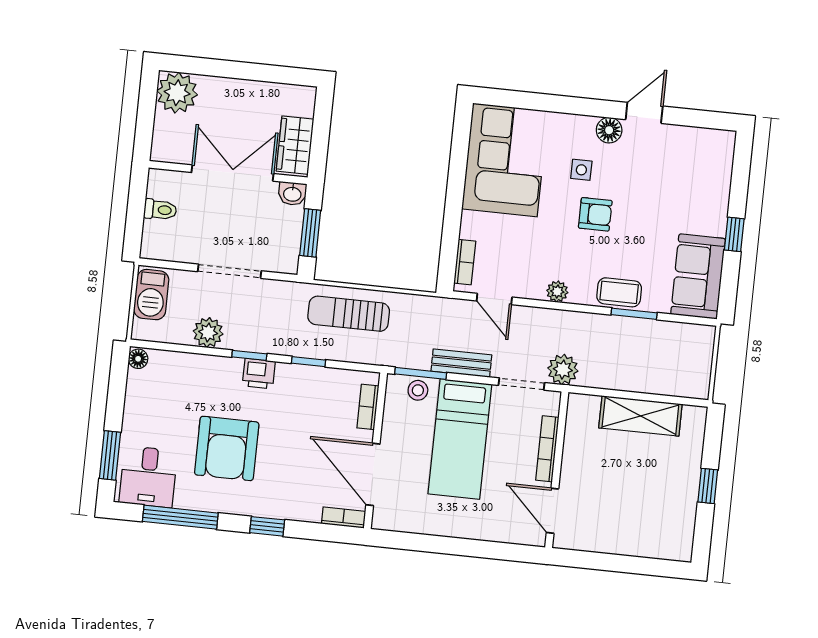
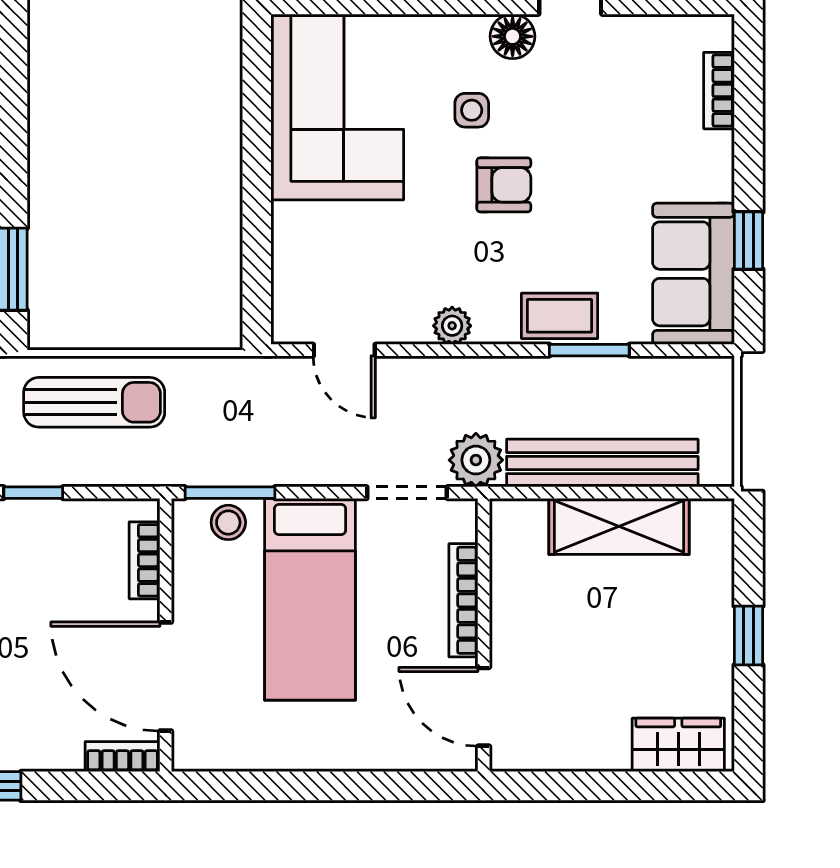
window: (734, 234) -> (749, 241), moved
bookcase: (465, 262) -> (719, 91), moved, turned 180
sun lounger: (349, 314) -> (94, 402), turned 180
bench: (461, 363) -> (602, 463), moved, width x1.86, depth x1.21
wardrobe: (661, 544) -> (678, 745), added

